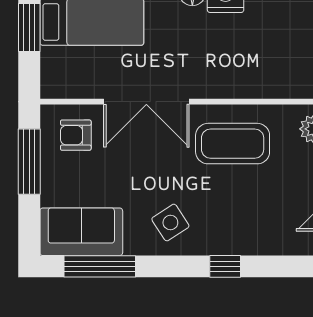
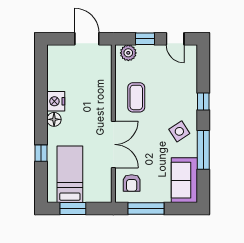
coffee table: (233, 144) -> (136, 97), width x0.73, depth x0.76
window: (100, 266) -> (203, 150), moved

